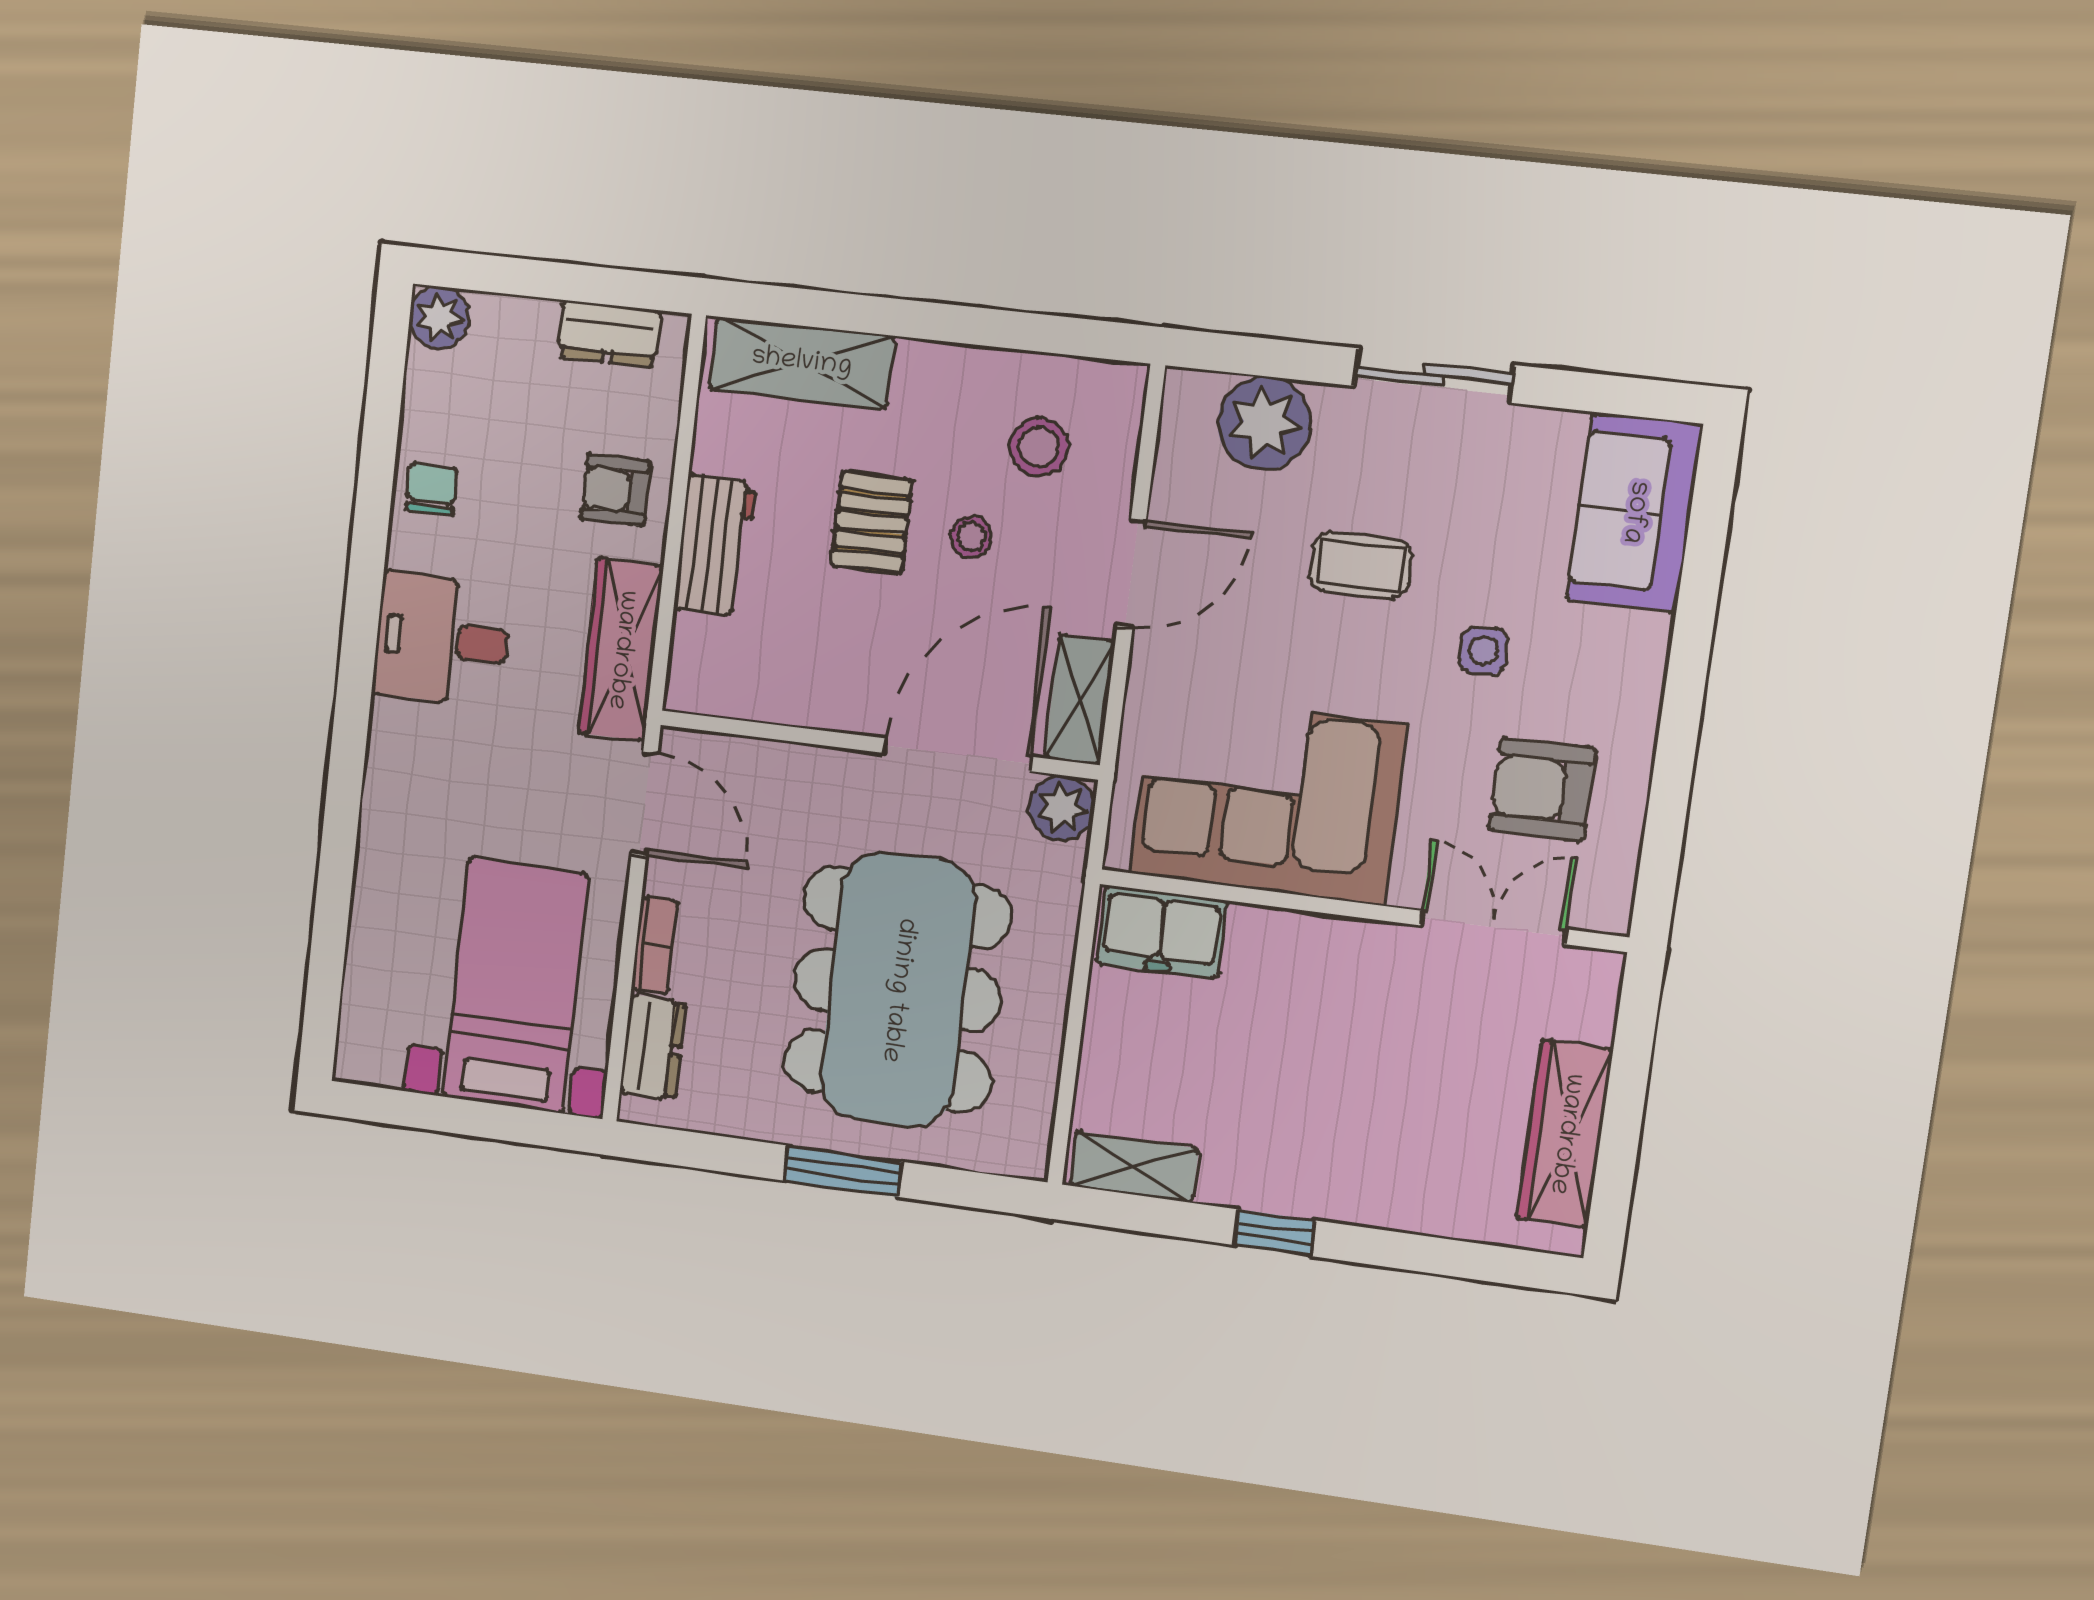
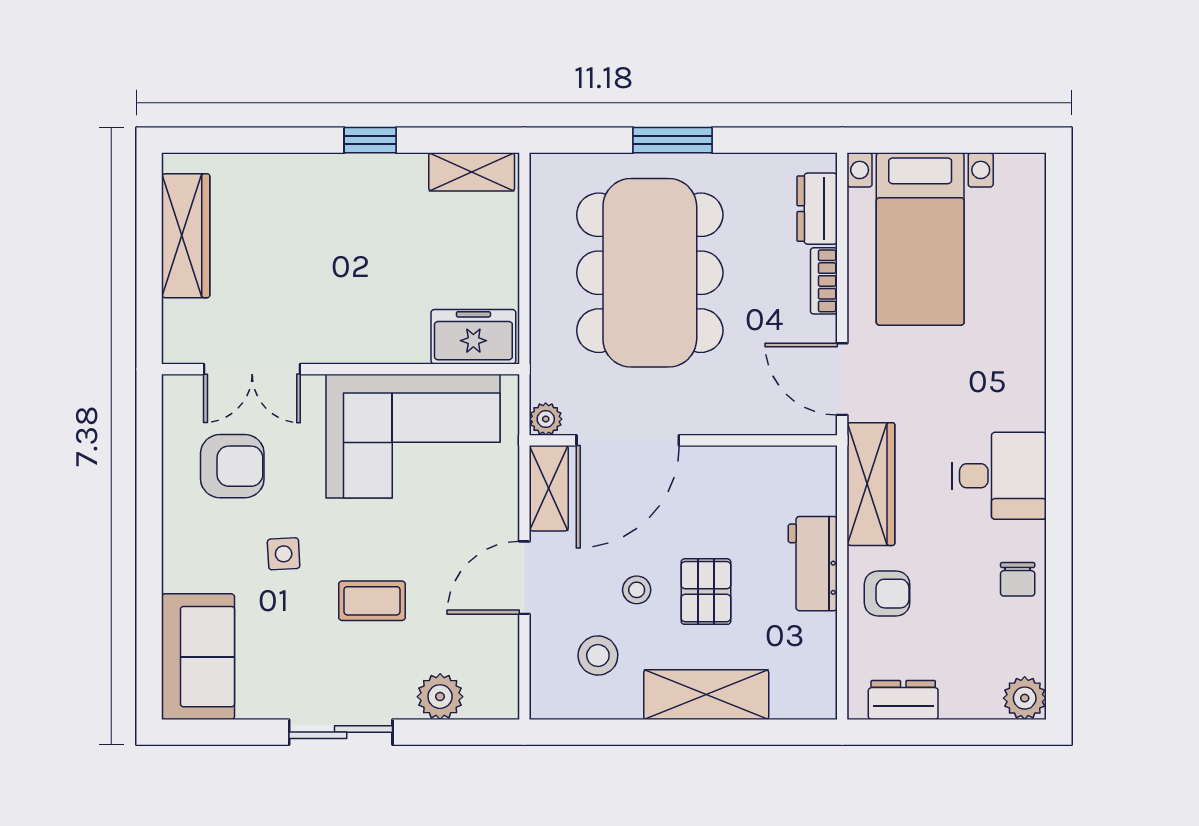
shelving: (802, 363) -> (706, 695), moved
plant: (1264, 423) -> (440, 697), width x0.73, depth x0.73
plant: (1062, 808) -> (546, 419), width x0.73, depth x0.73

